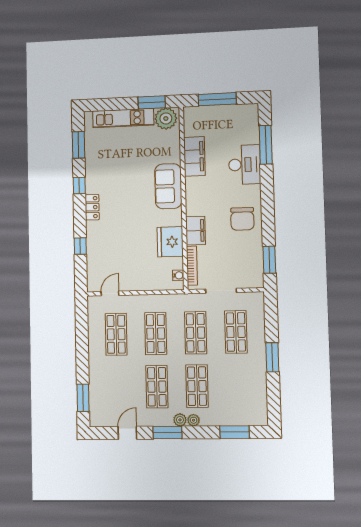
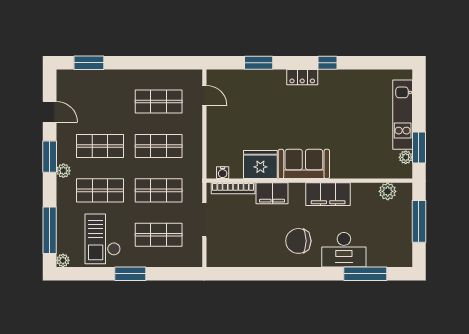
plant: (166, 118) -> (406, 157), width x0.53, depth x0.53
plant: (191, 128) -> (388, 191), added
window: (78, 145) -> (374, 63), removed
filing cabinet: (194, 156) -> (328, 194), moved
sofa: (168, 186) -> (304, 164), moved
chair: (242, 219) -> (298, 241), moved
window: (80, 246) -> (259, 63), width x1.50
window: (269, 260) -> (237, 274), removed
checkout: (241, 383) -> (103, 239), added
plant: (194, 420) -> (63, 260), moved
window: (235, 432) -> (50, 230), width x1.44

